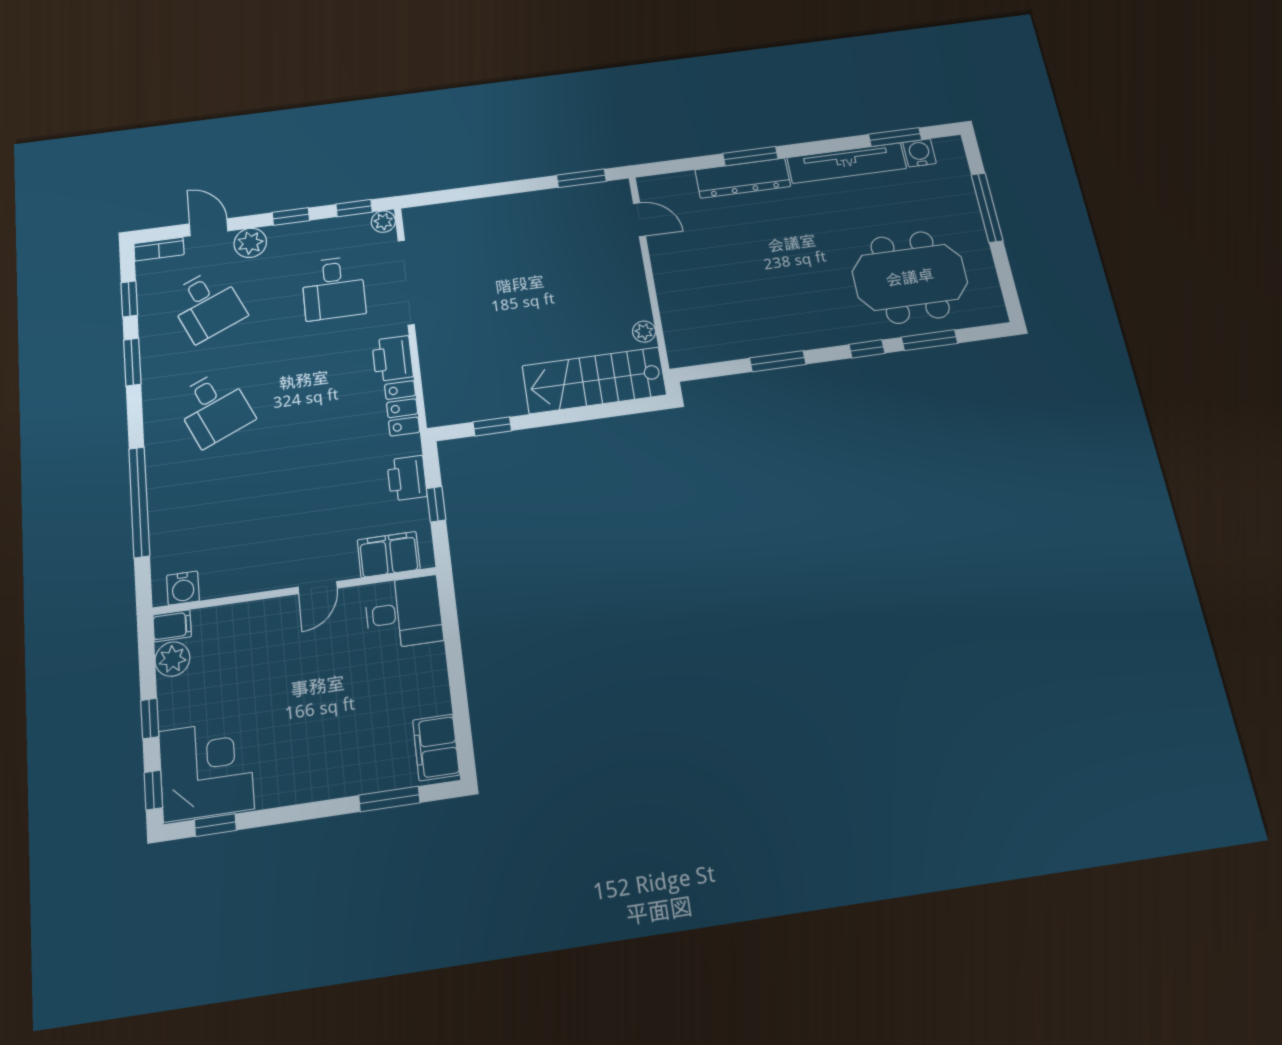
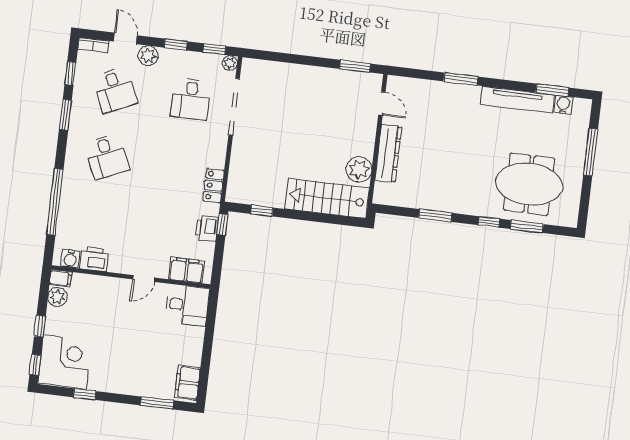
dresser: (743, 178) -> (388, 153), moved, turned -90
plant: (644, 332) -> (359, 169), width x1.88, depth x1.88
printer: (392, 358) -> (94, 259), moved, turned 90
window: (436, 504) -> (222, 225), moved
window: (215, 825) -> (85, 394), moved

